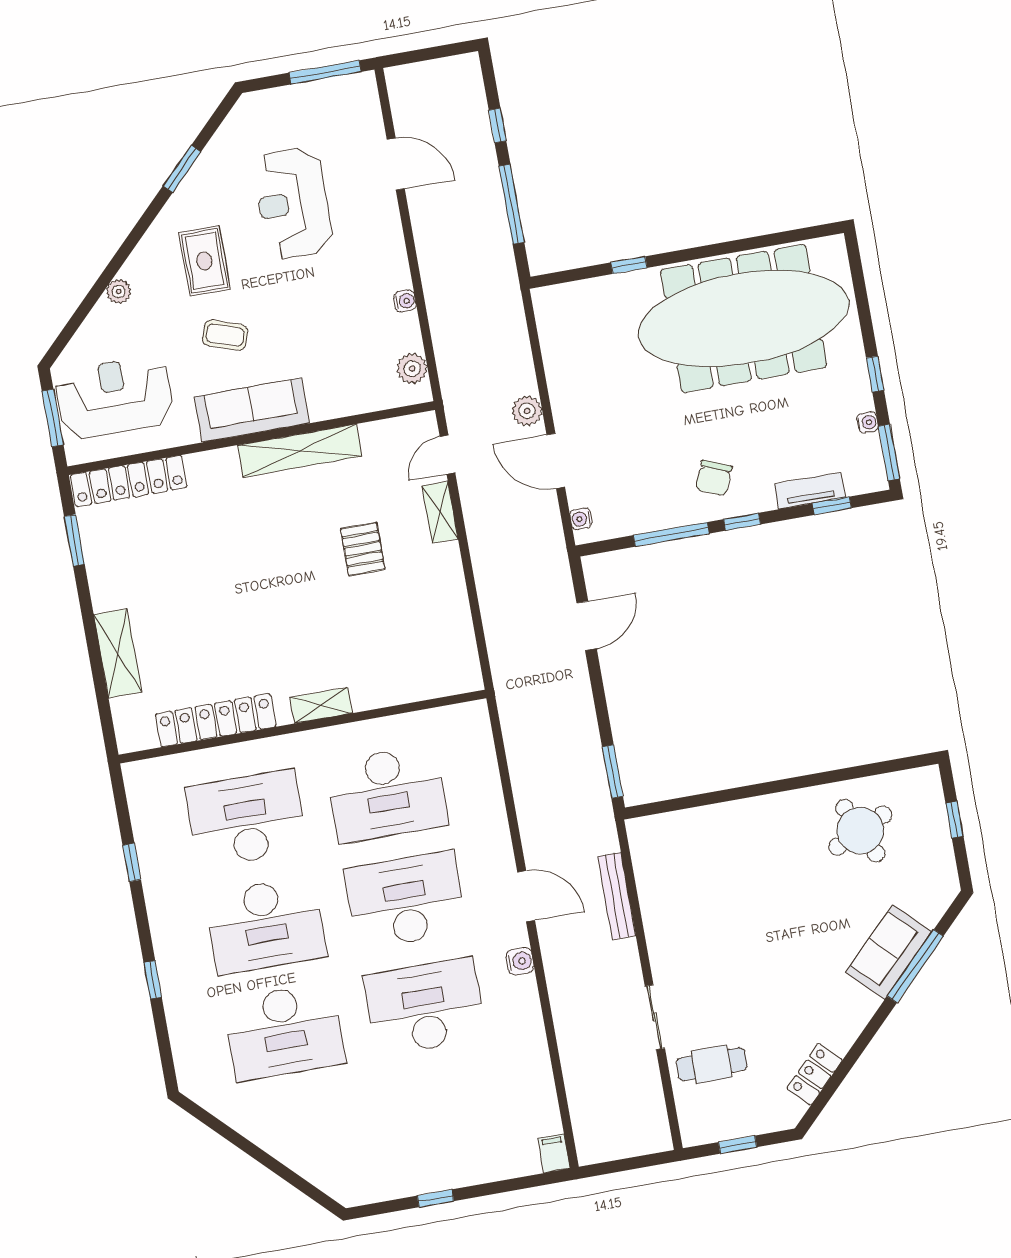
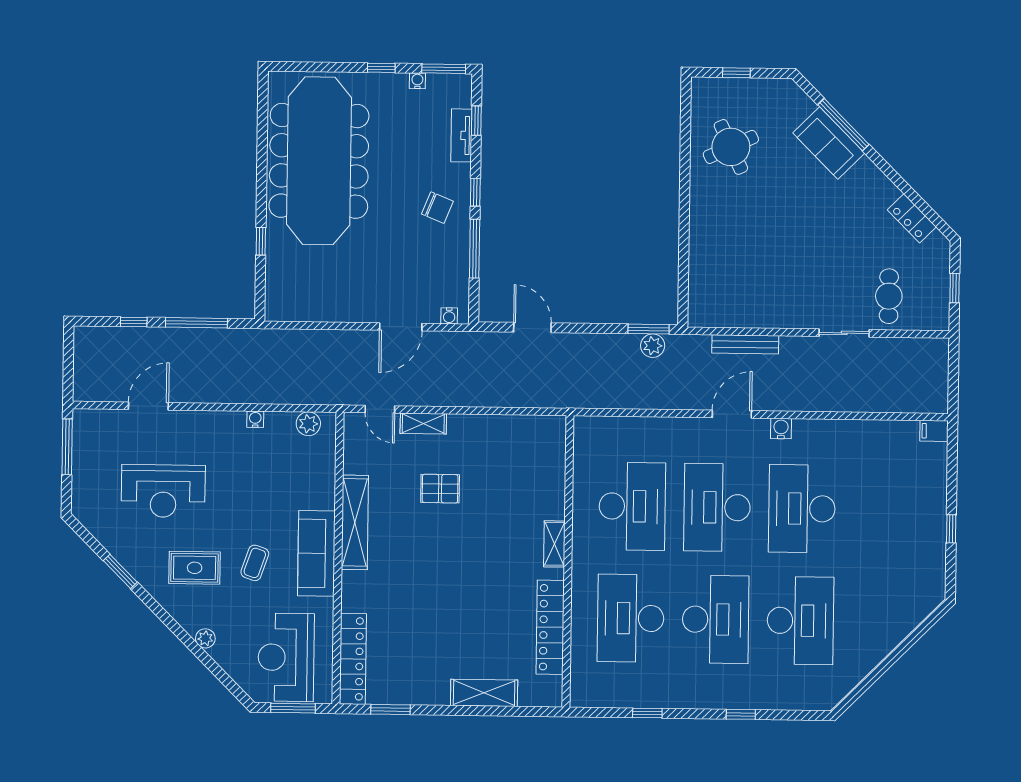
plant: (527, 411) -> (653, 346), moved

